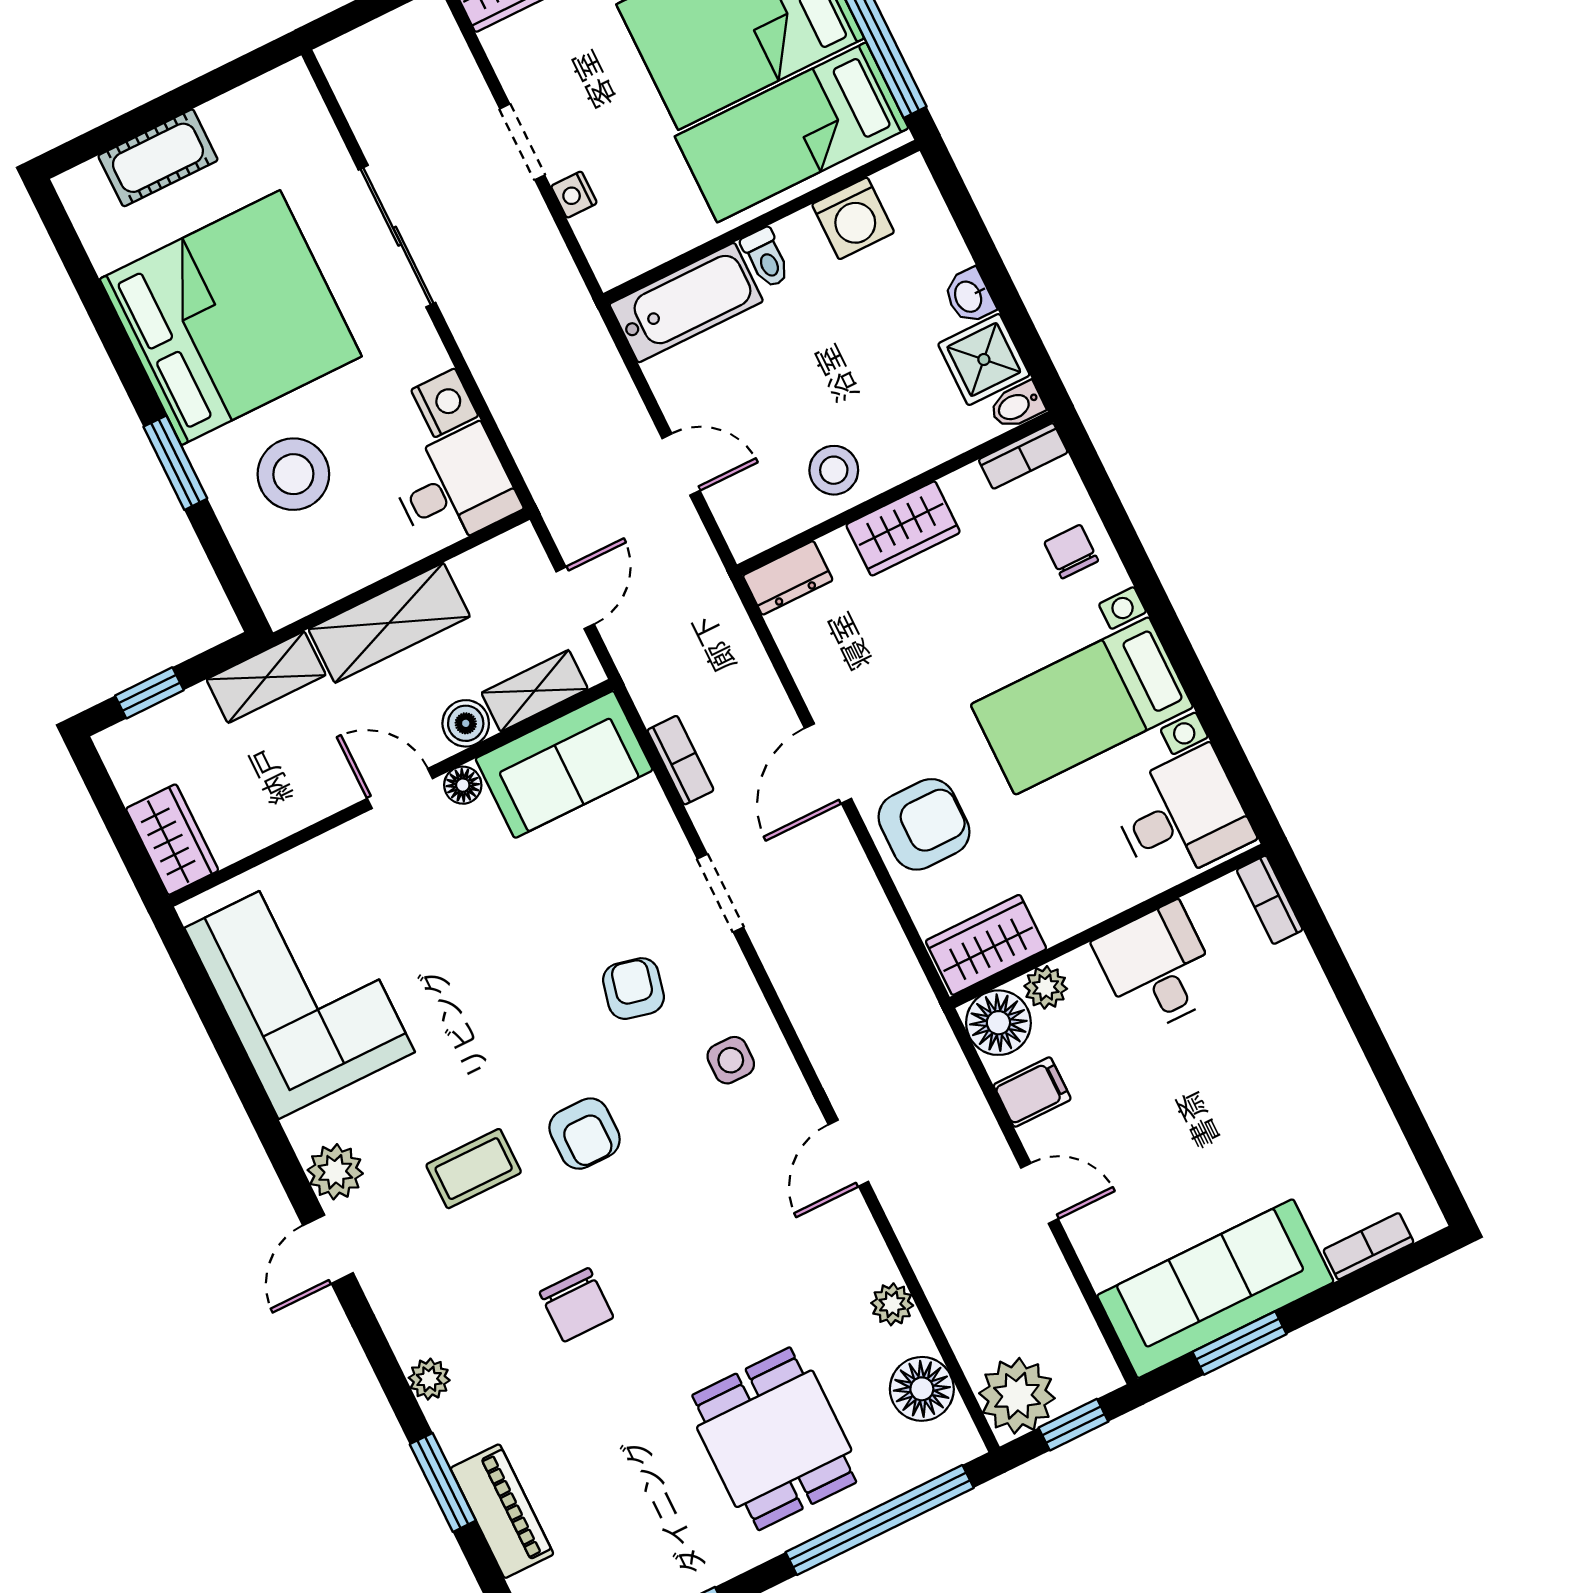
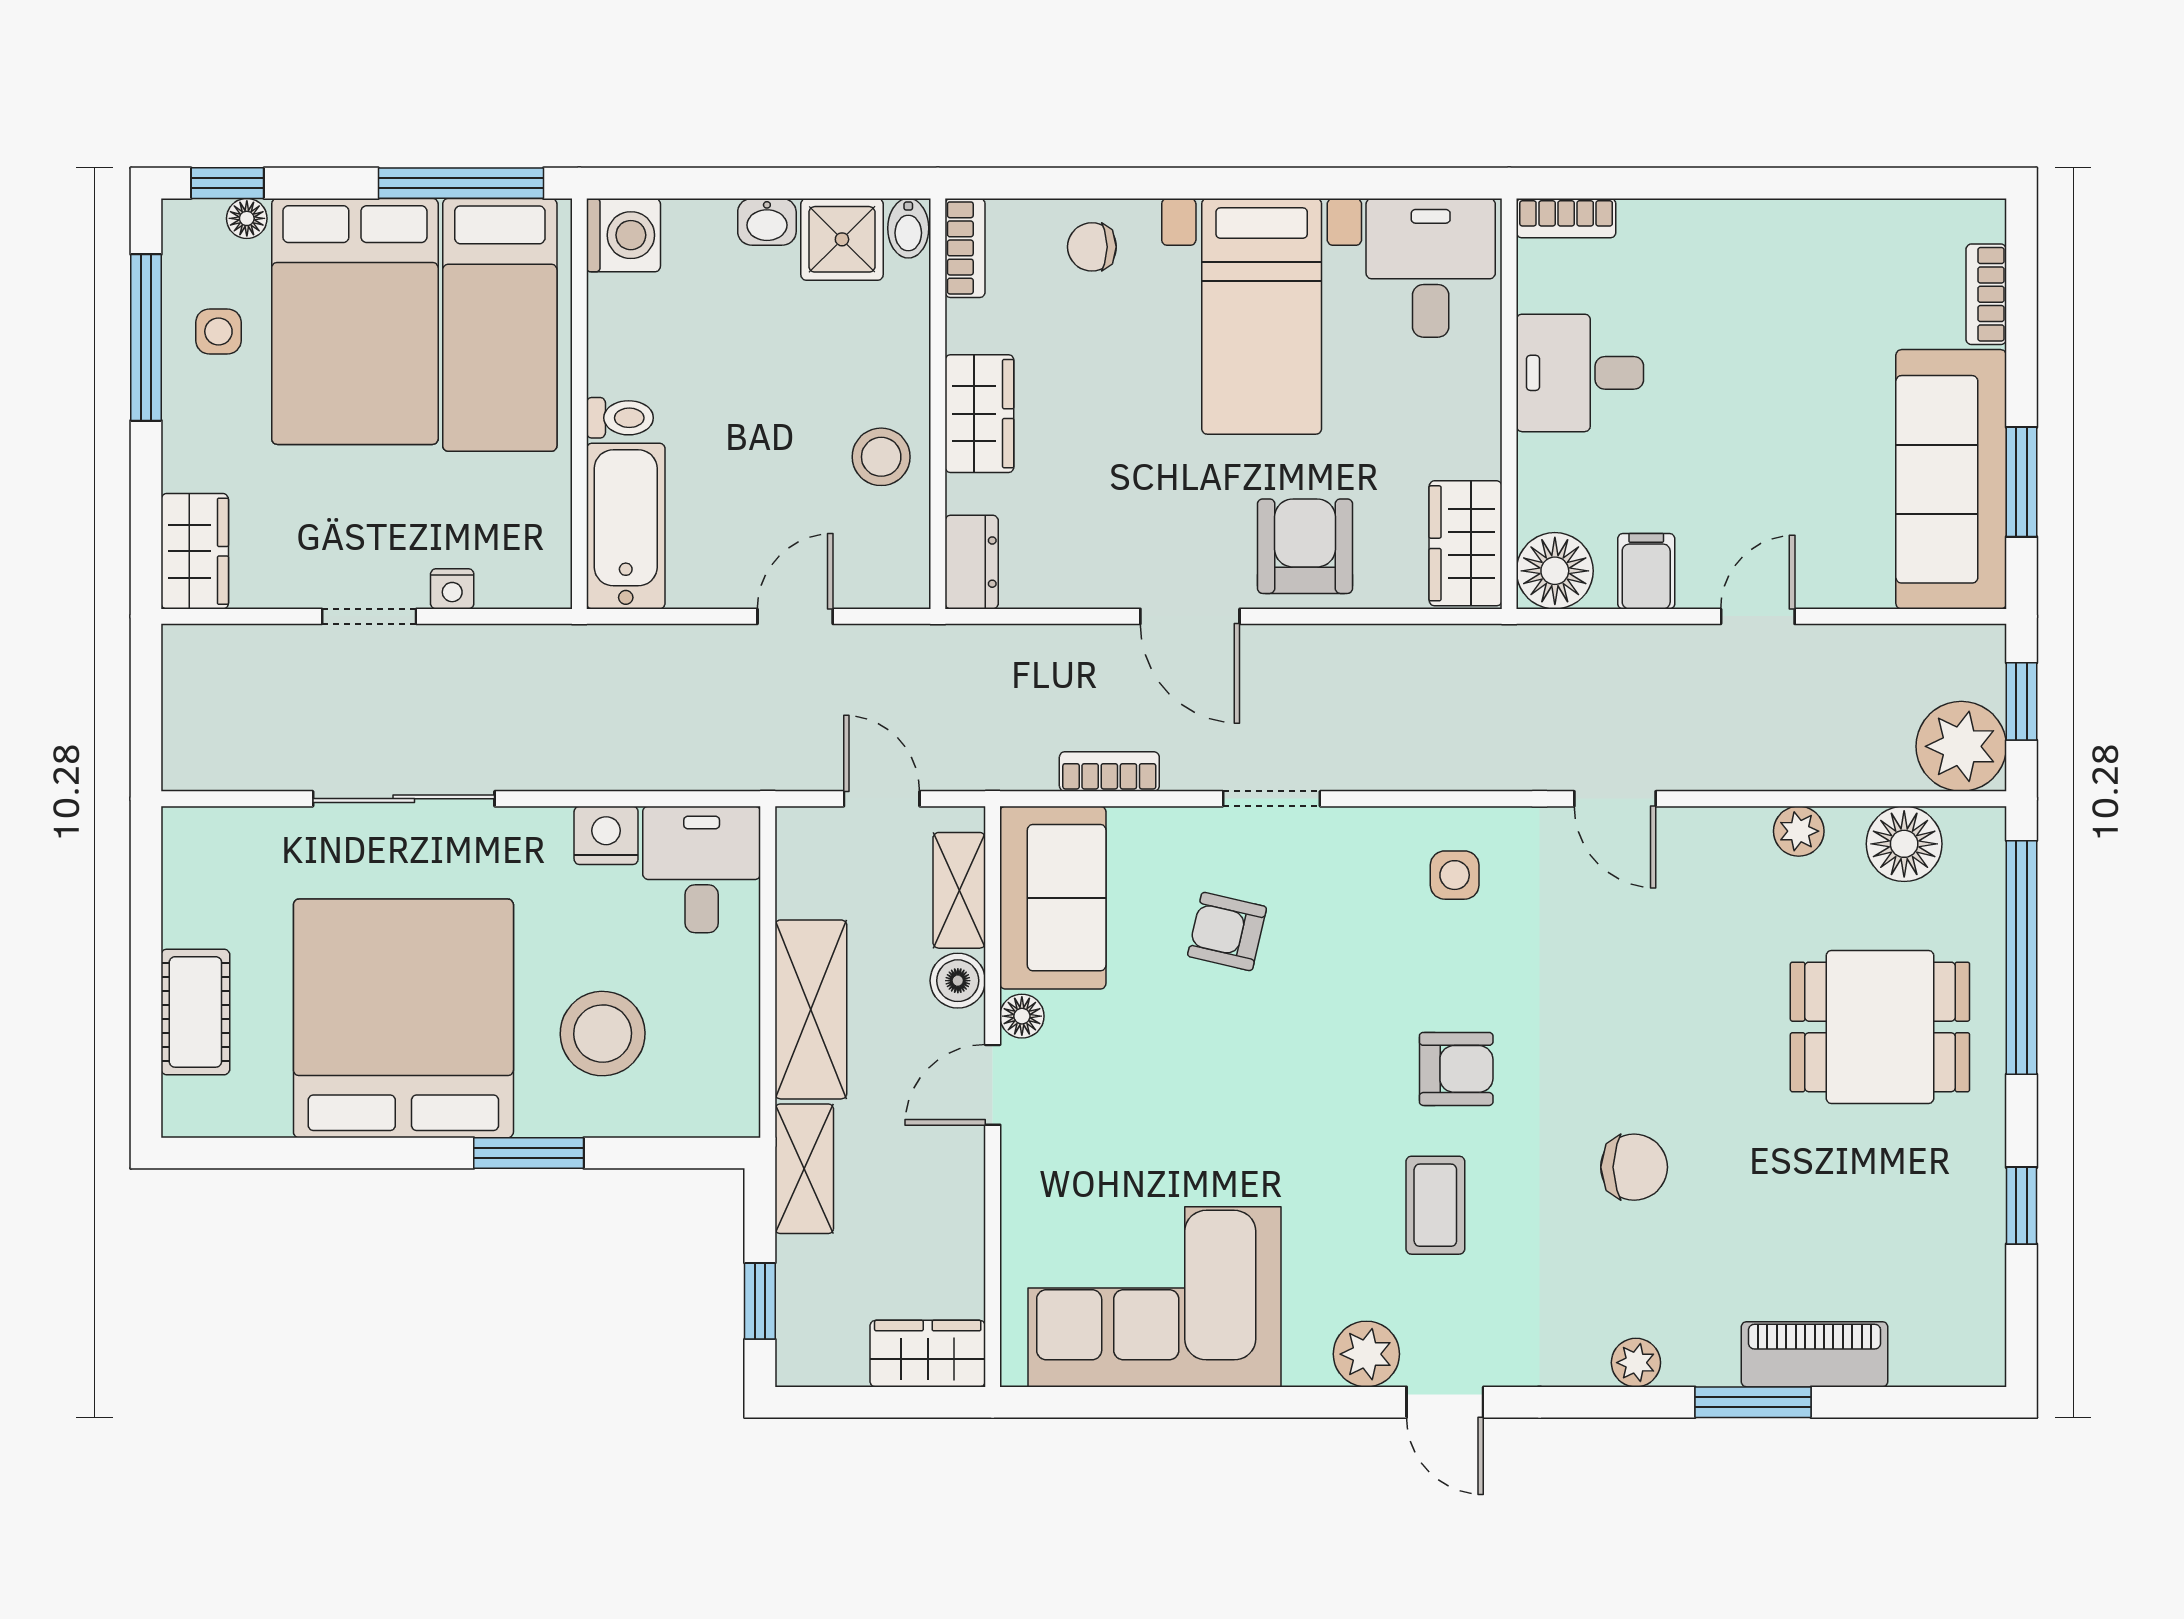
washing machine: (853, 218) -> (623, 235), moved
plant: (1046, 987) -> (1542, 502), removed
armchair: (633, 989) -> (1227, 932), moved

